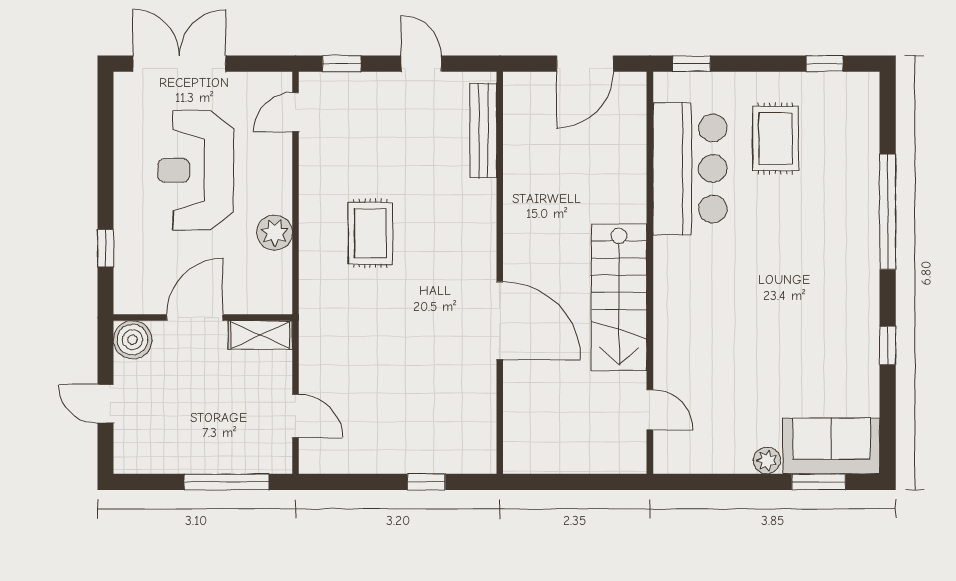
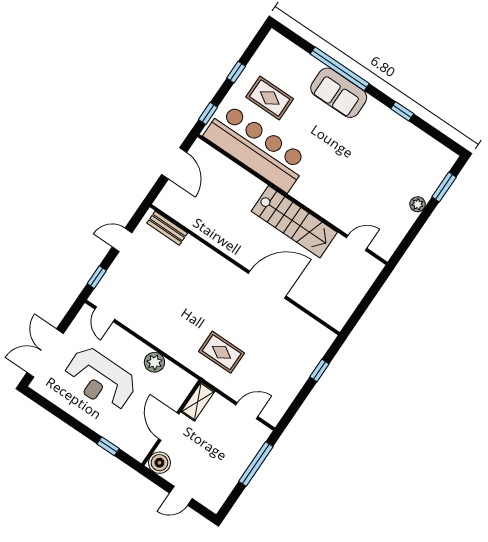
window: (825, 64) -> (236, 72), moved
bench: (483, 131) -> (167, 228), width x0.73
bar counter: (690, 169) -> (257, 148), width x1.36
rug: (370, 233) -> (222, 352), moved
sofa: (831, 446) -> (339, 93), moved, turned -90

